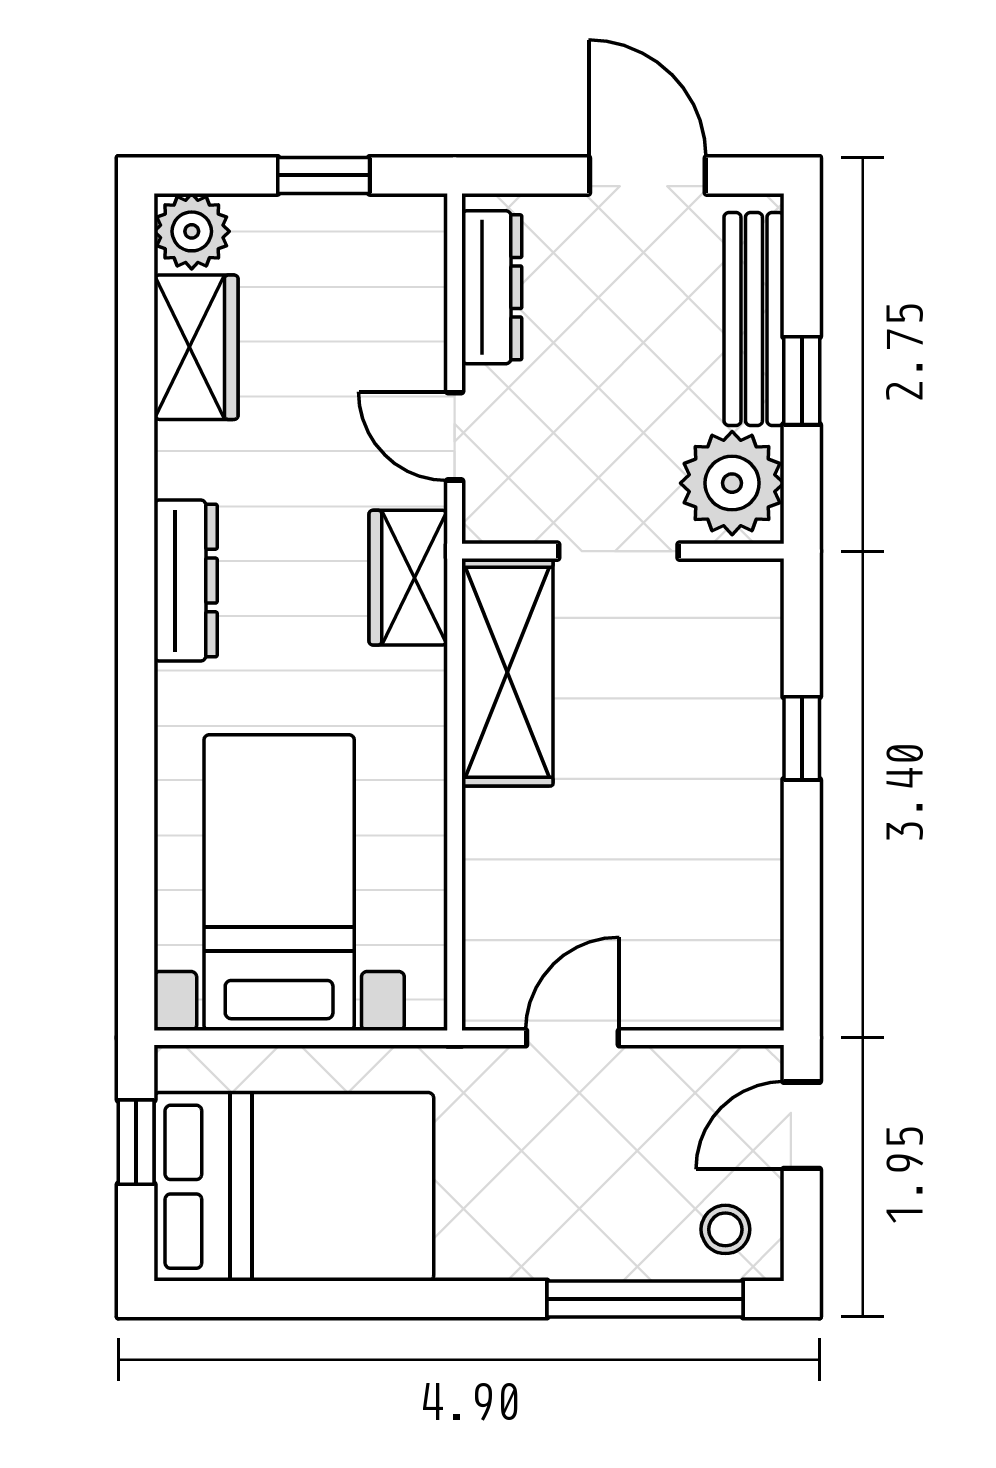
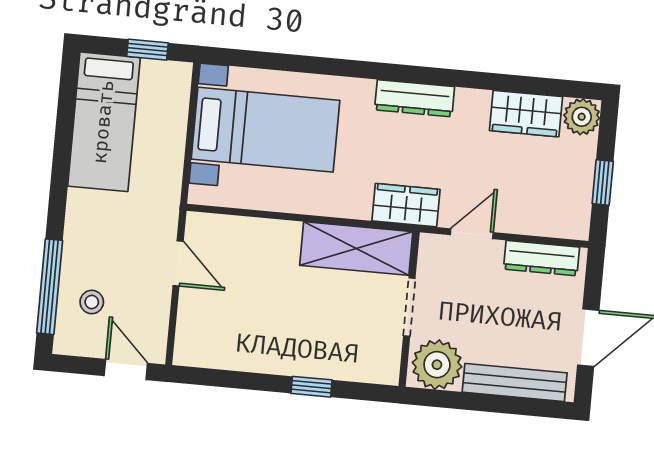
window: (802, 381) -> (483, 403), removed
bed: (294, 1187) -> (104, 122), width x0.67
stool: (725, 1229) -> (92, 302), moved

